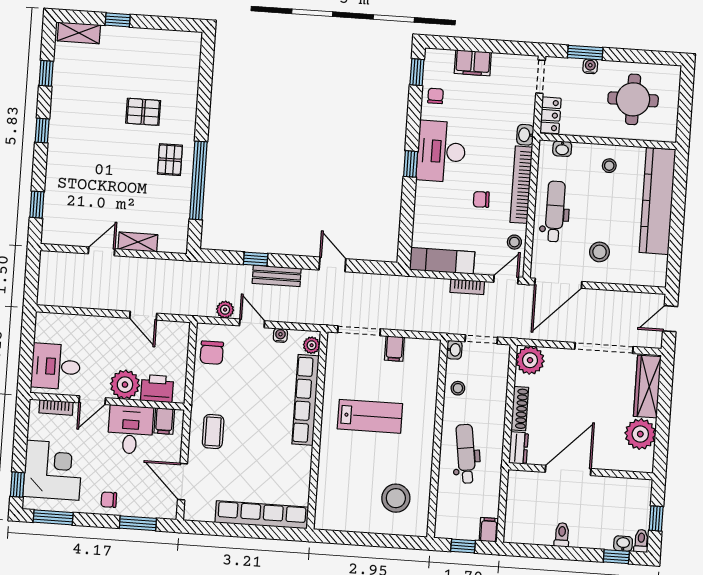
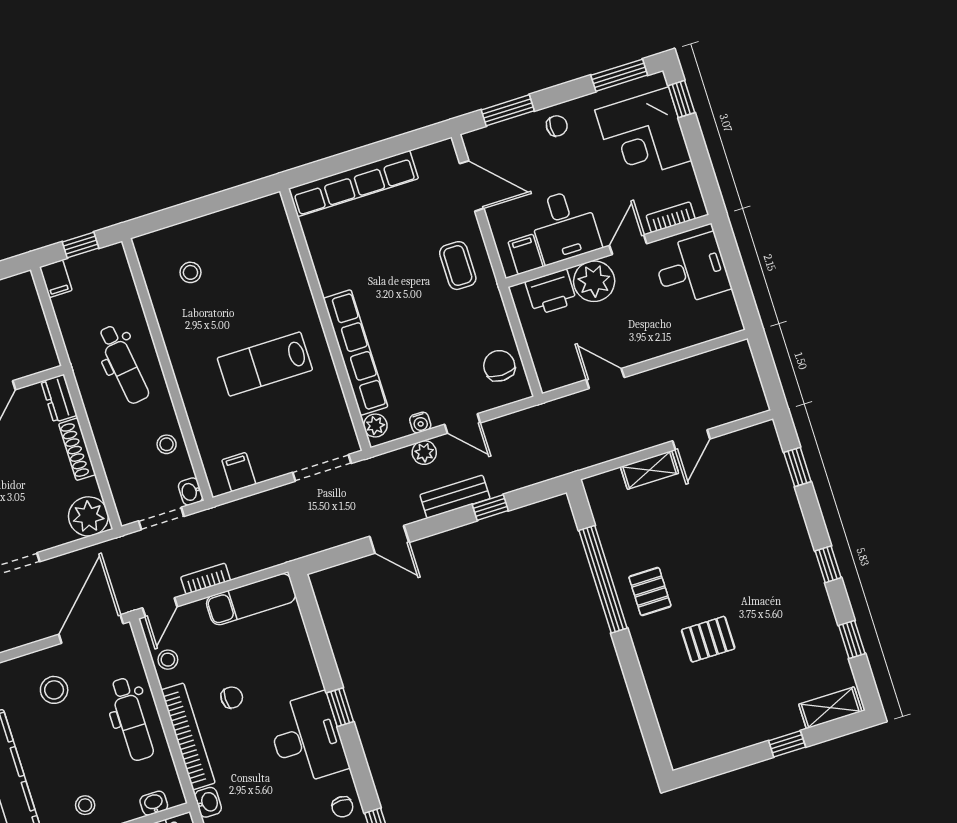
plant: (225, 310) -> (424, 453), moved
filing cabinet: (394, 349) -> (239, 472), moved
stool: (396, 498) -> (190, 272), width x0.53, depth x0.53

